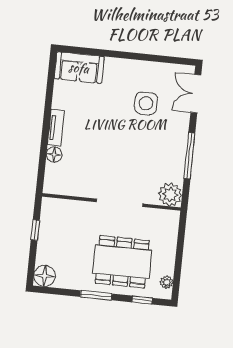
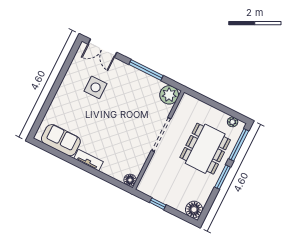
sofa: (79, 68) -> (61, 140), moved, turned -90
floor lamp: (54, 155) -> (130, 180), moved
window: (142, 300) -> (239, 145), width x2.17

